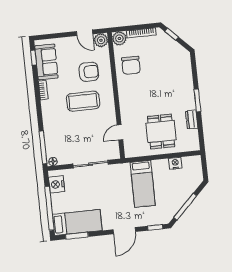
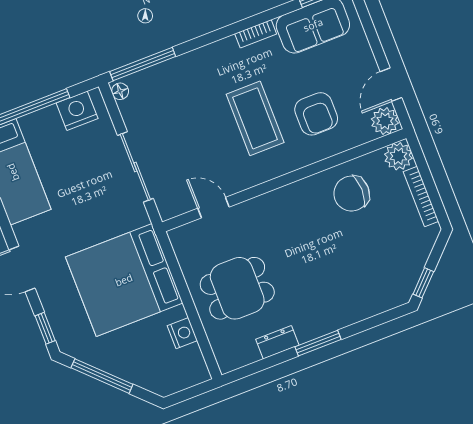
window: (172, 34) -> (423, 283), moved
bed: (143, 184) -> (124, 280), width x2.04

